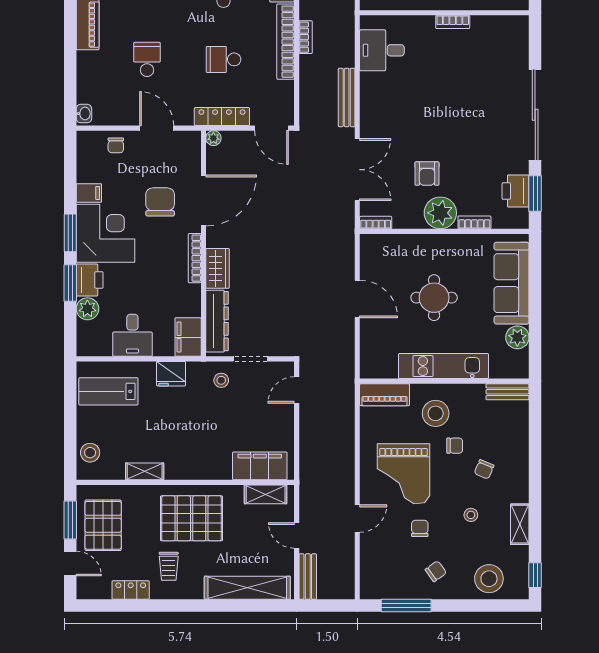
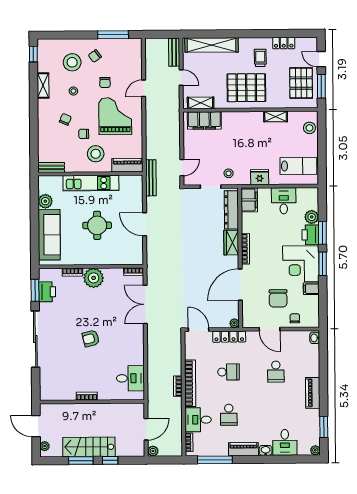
bench: (347, 97) -> (151, 178), moved
armchair: (427, 174) -> (91, 338), moved, turned -104
chair: (160, 202) -> (278, 298), moved
stool: (489, 579) -> (72, 62), moved

